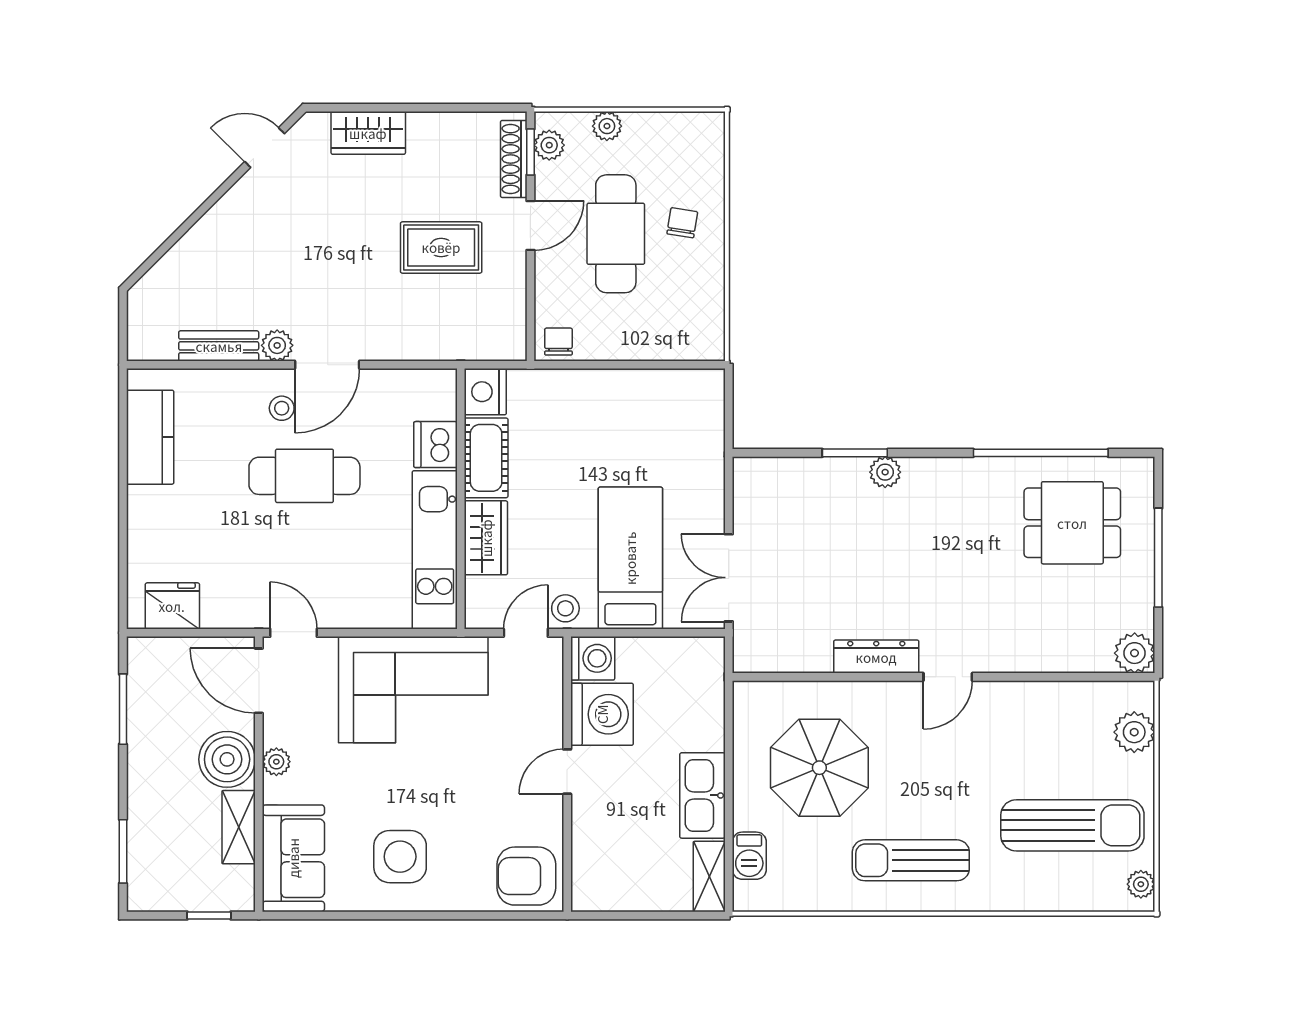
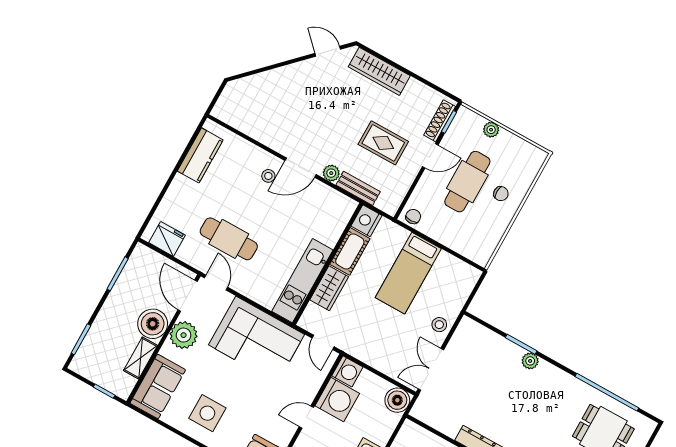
wardrobe: (368, 133) -> (379, 71), width x1.50
plant: (549, 145) -> (460, 124), removed
chair: (682, 223) -> (501, 194), turned 81
plant: (277, 345) -> (331, 173), moved
bench: (219, 346) -> (358, 188), moved
dishwasher: (435, 445) -> (330, 232), removed
cafe table: (304, 476) -> (229, 239), moved
bed: (630, 558) -> (408, 273), moved, turned 180
stool: (565, 608) -> (439, 325), moved
door: (526, 633) -> (323, 342), swing flipped
boiler: (702, 660) -> (397, 400), added
plant: (276, 762) -> (184, 335), width x1.87, depth x1.87

